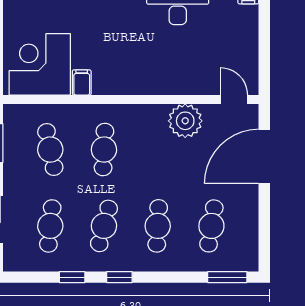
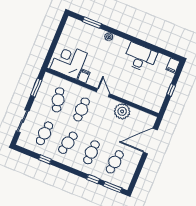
window: (264, 40) -> (171, 90), added
door: (234, 100) -> (103, 93), moved
window: (119, 277) -> (93, 179), moved

